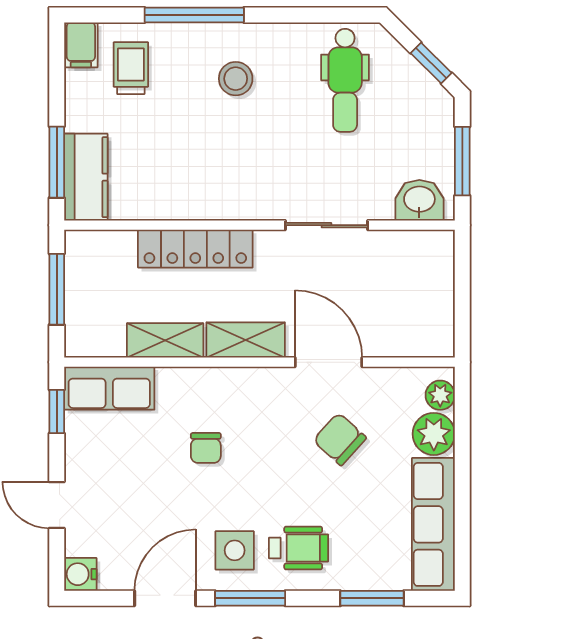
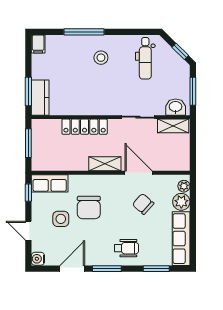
trolley: (131, 68) -> (58, 53), removed
shelving: (165, 340) -> (173, 126), moved
chair: (206, 448) -> (89, 208), width x1.87, depth x1.87
side table: (235, 550) -> (61, 219), moved

